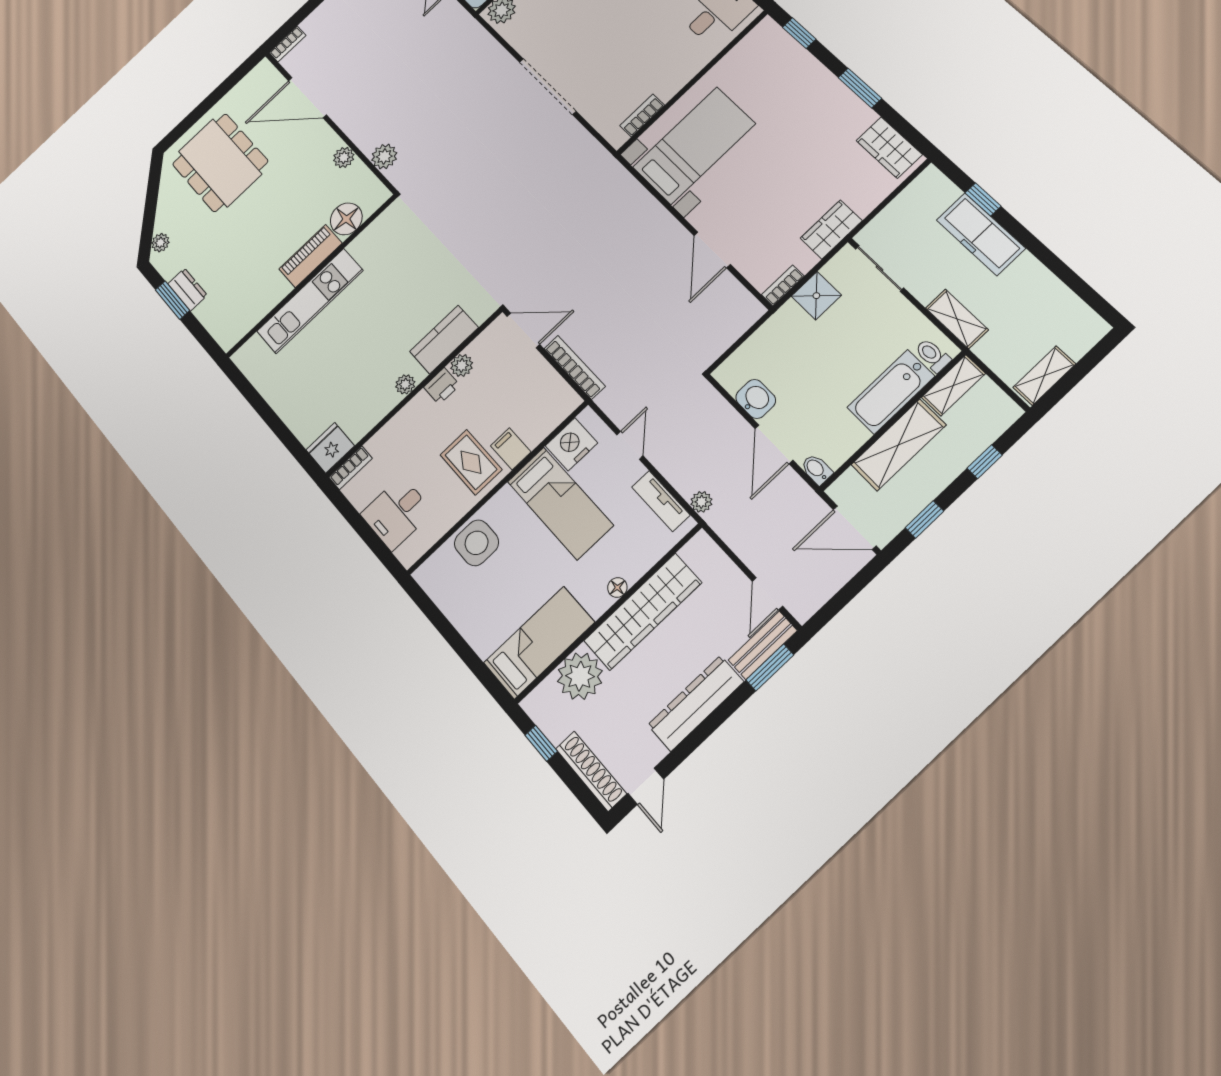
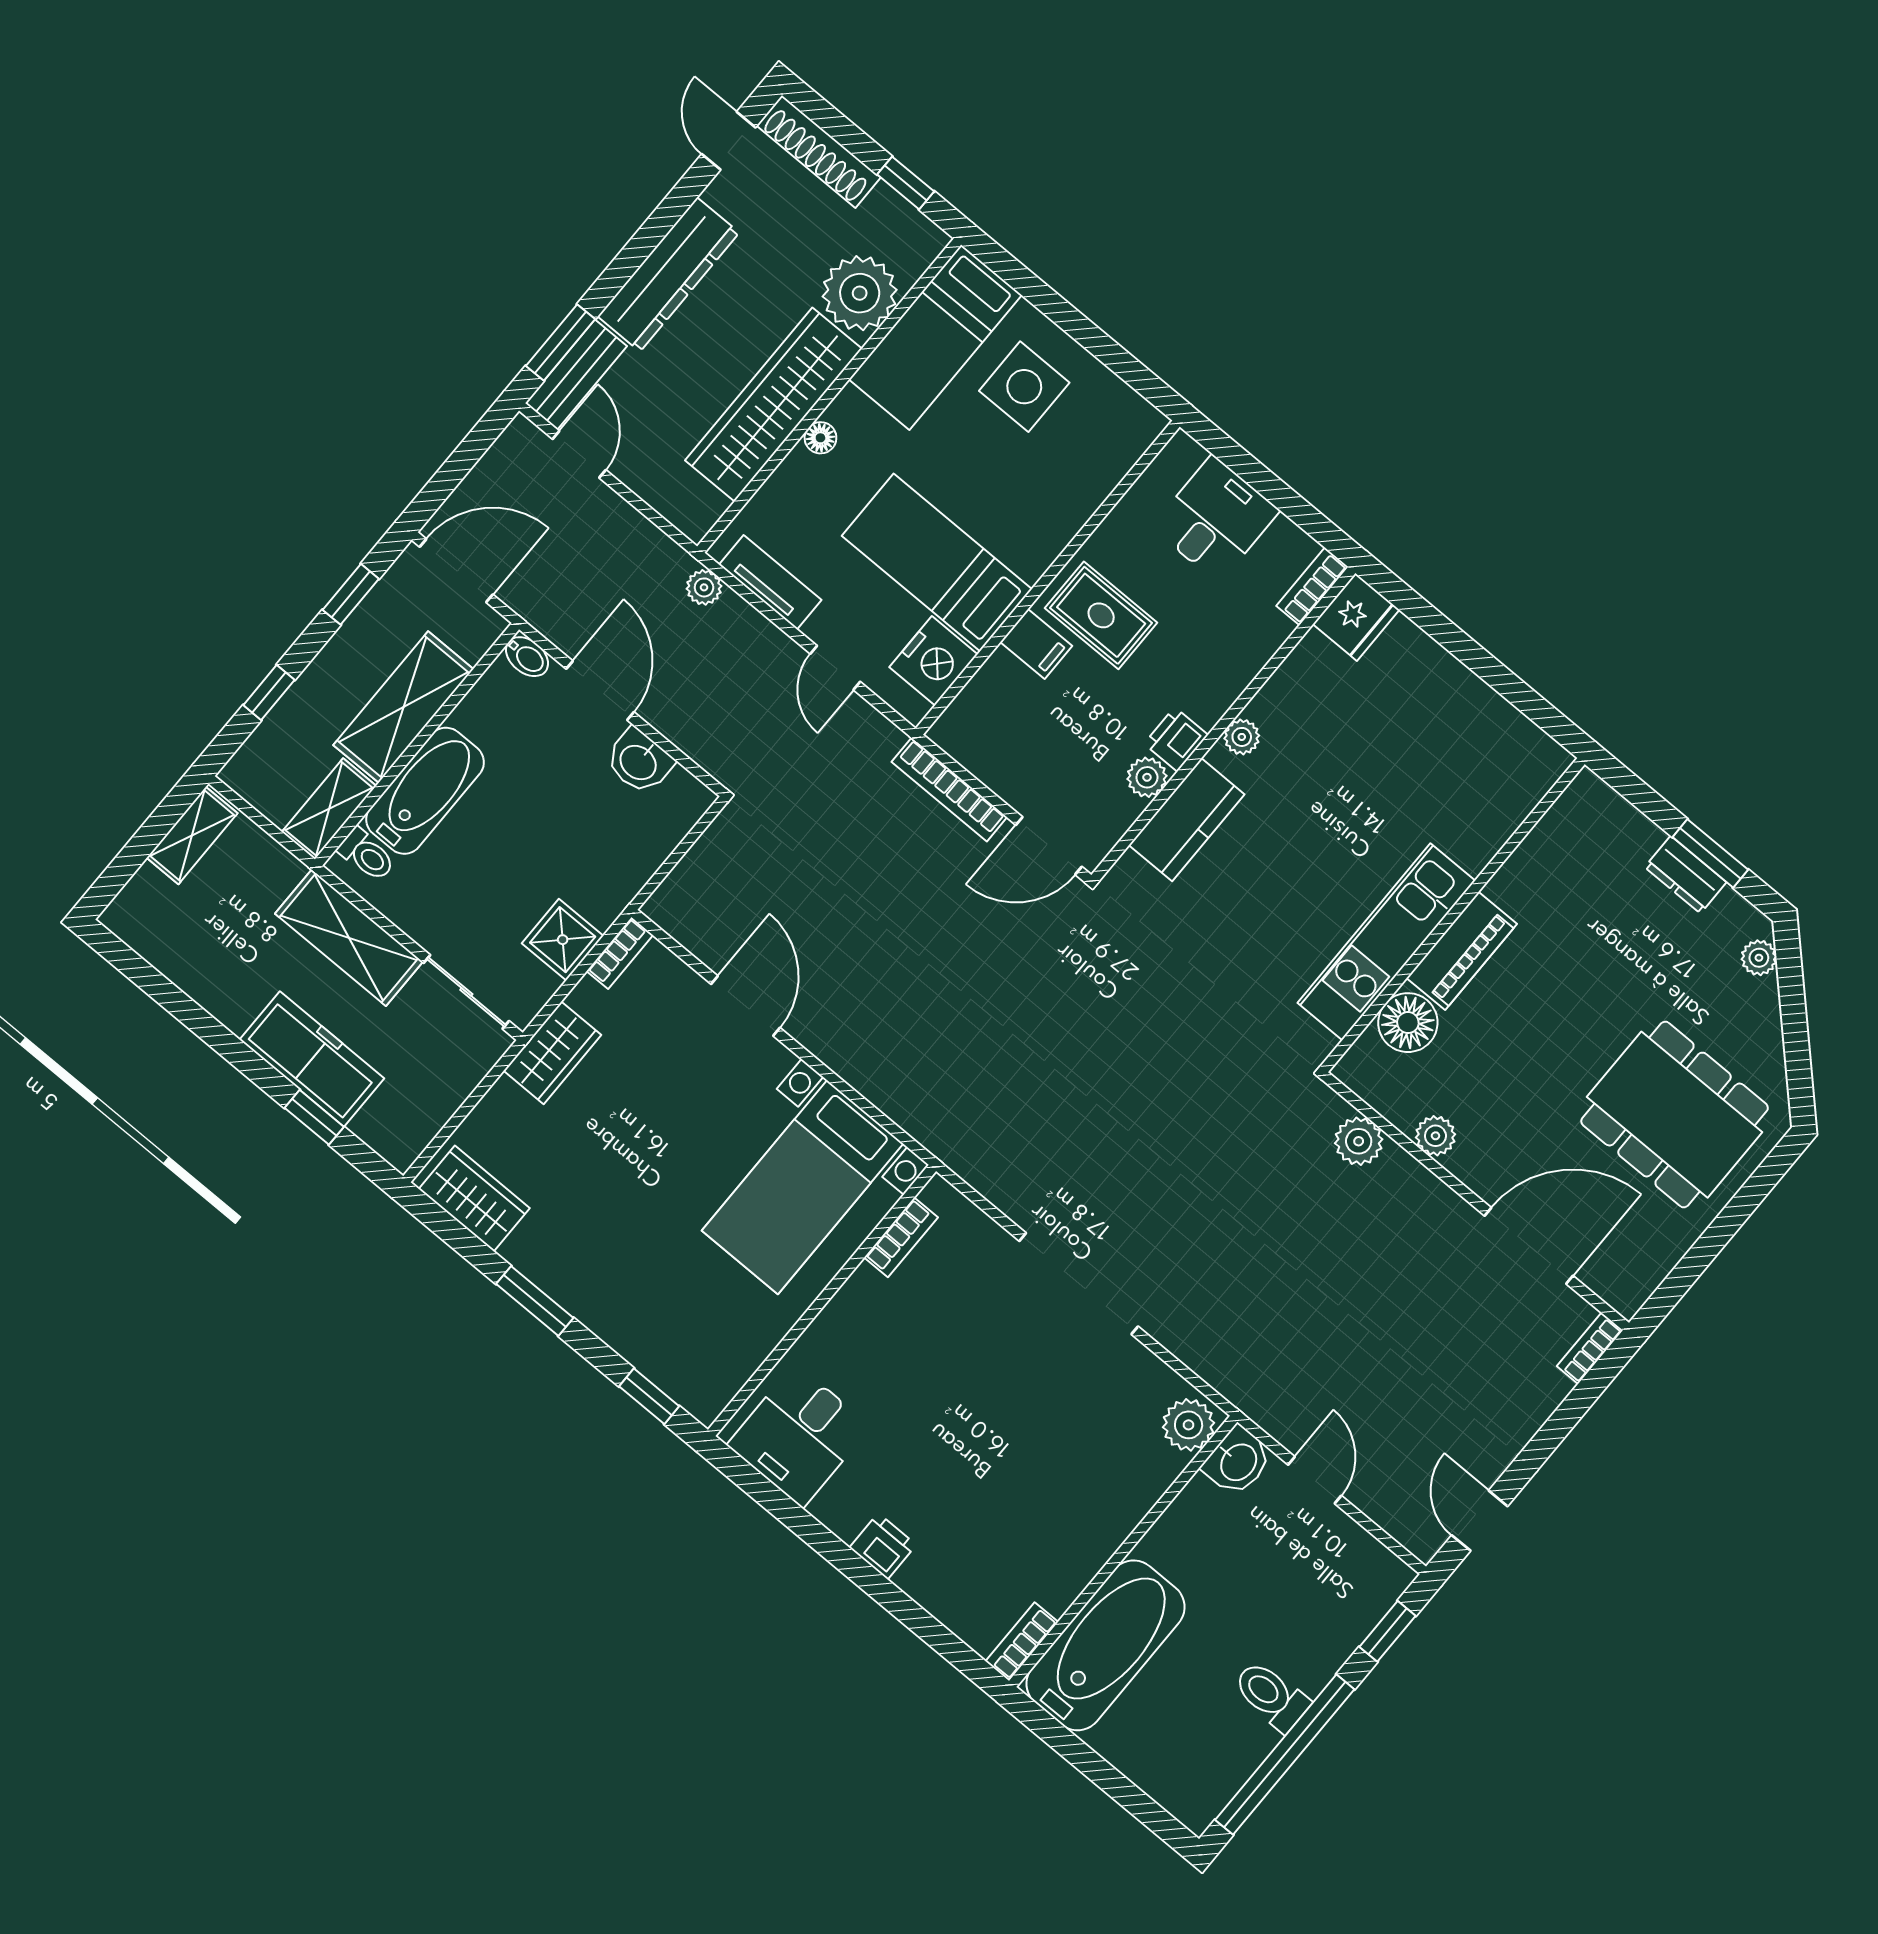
kitchen unit: (310, 301) -> (1386, 942), moved
shelving: (957, 319) -> (349, 938), width x1.50, depth x1.33
side table: (476, 543) -> (1024, 387), moved

